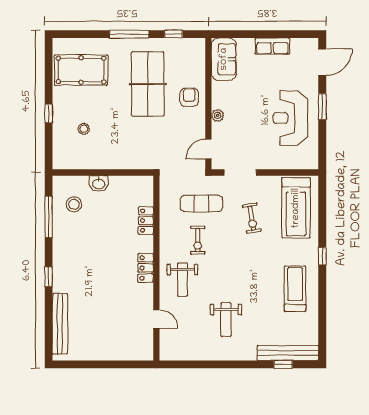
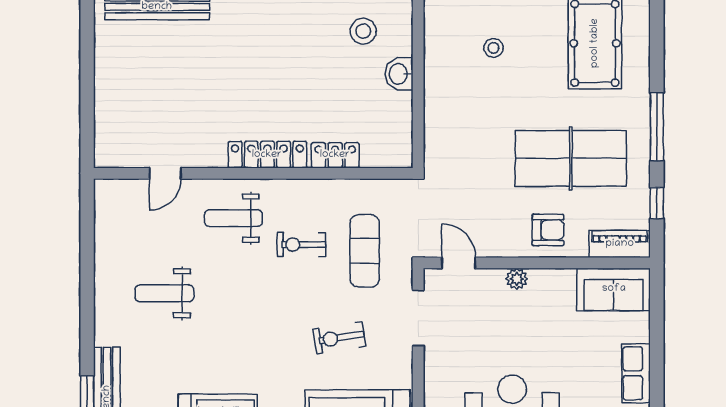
piano: (197, 56) -> (620, 244), added
locker: (146, 268) -> (267, 155), width x1.53

